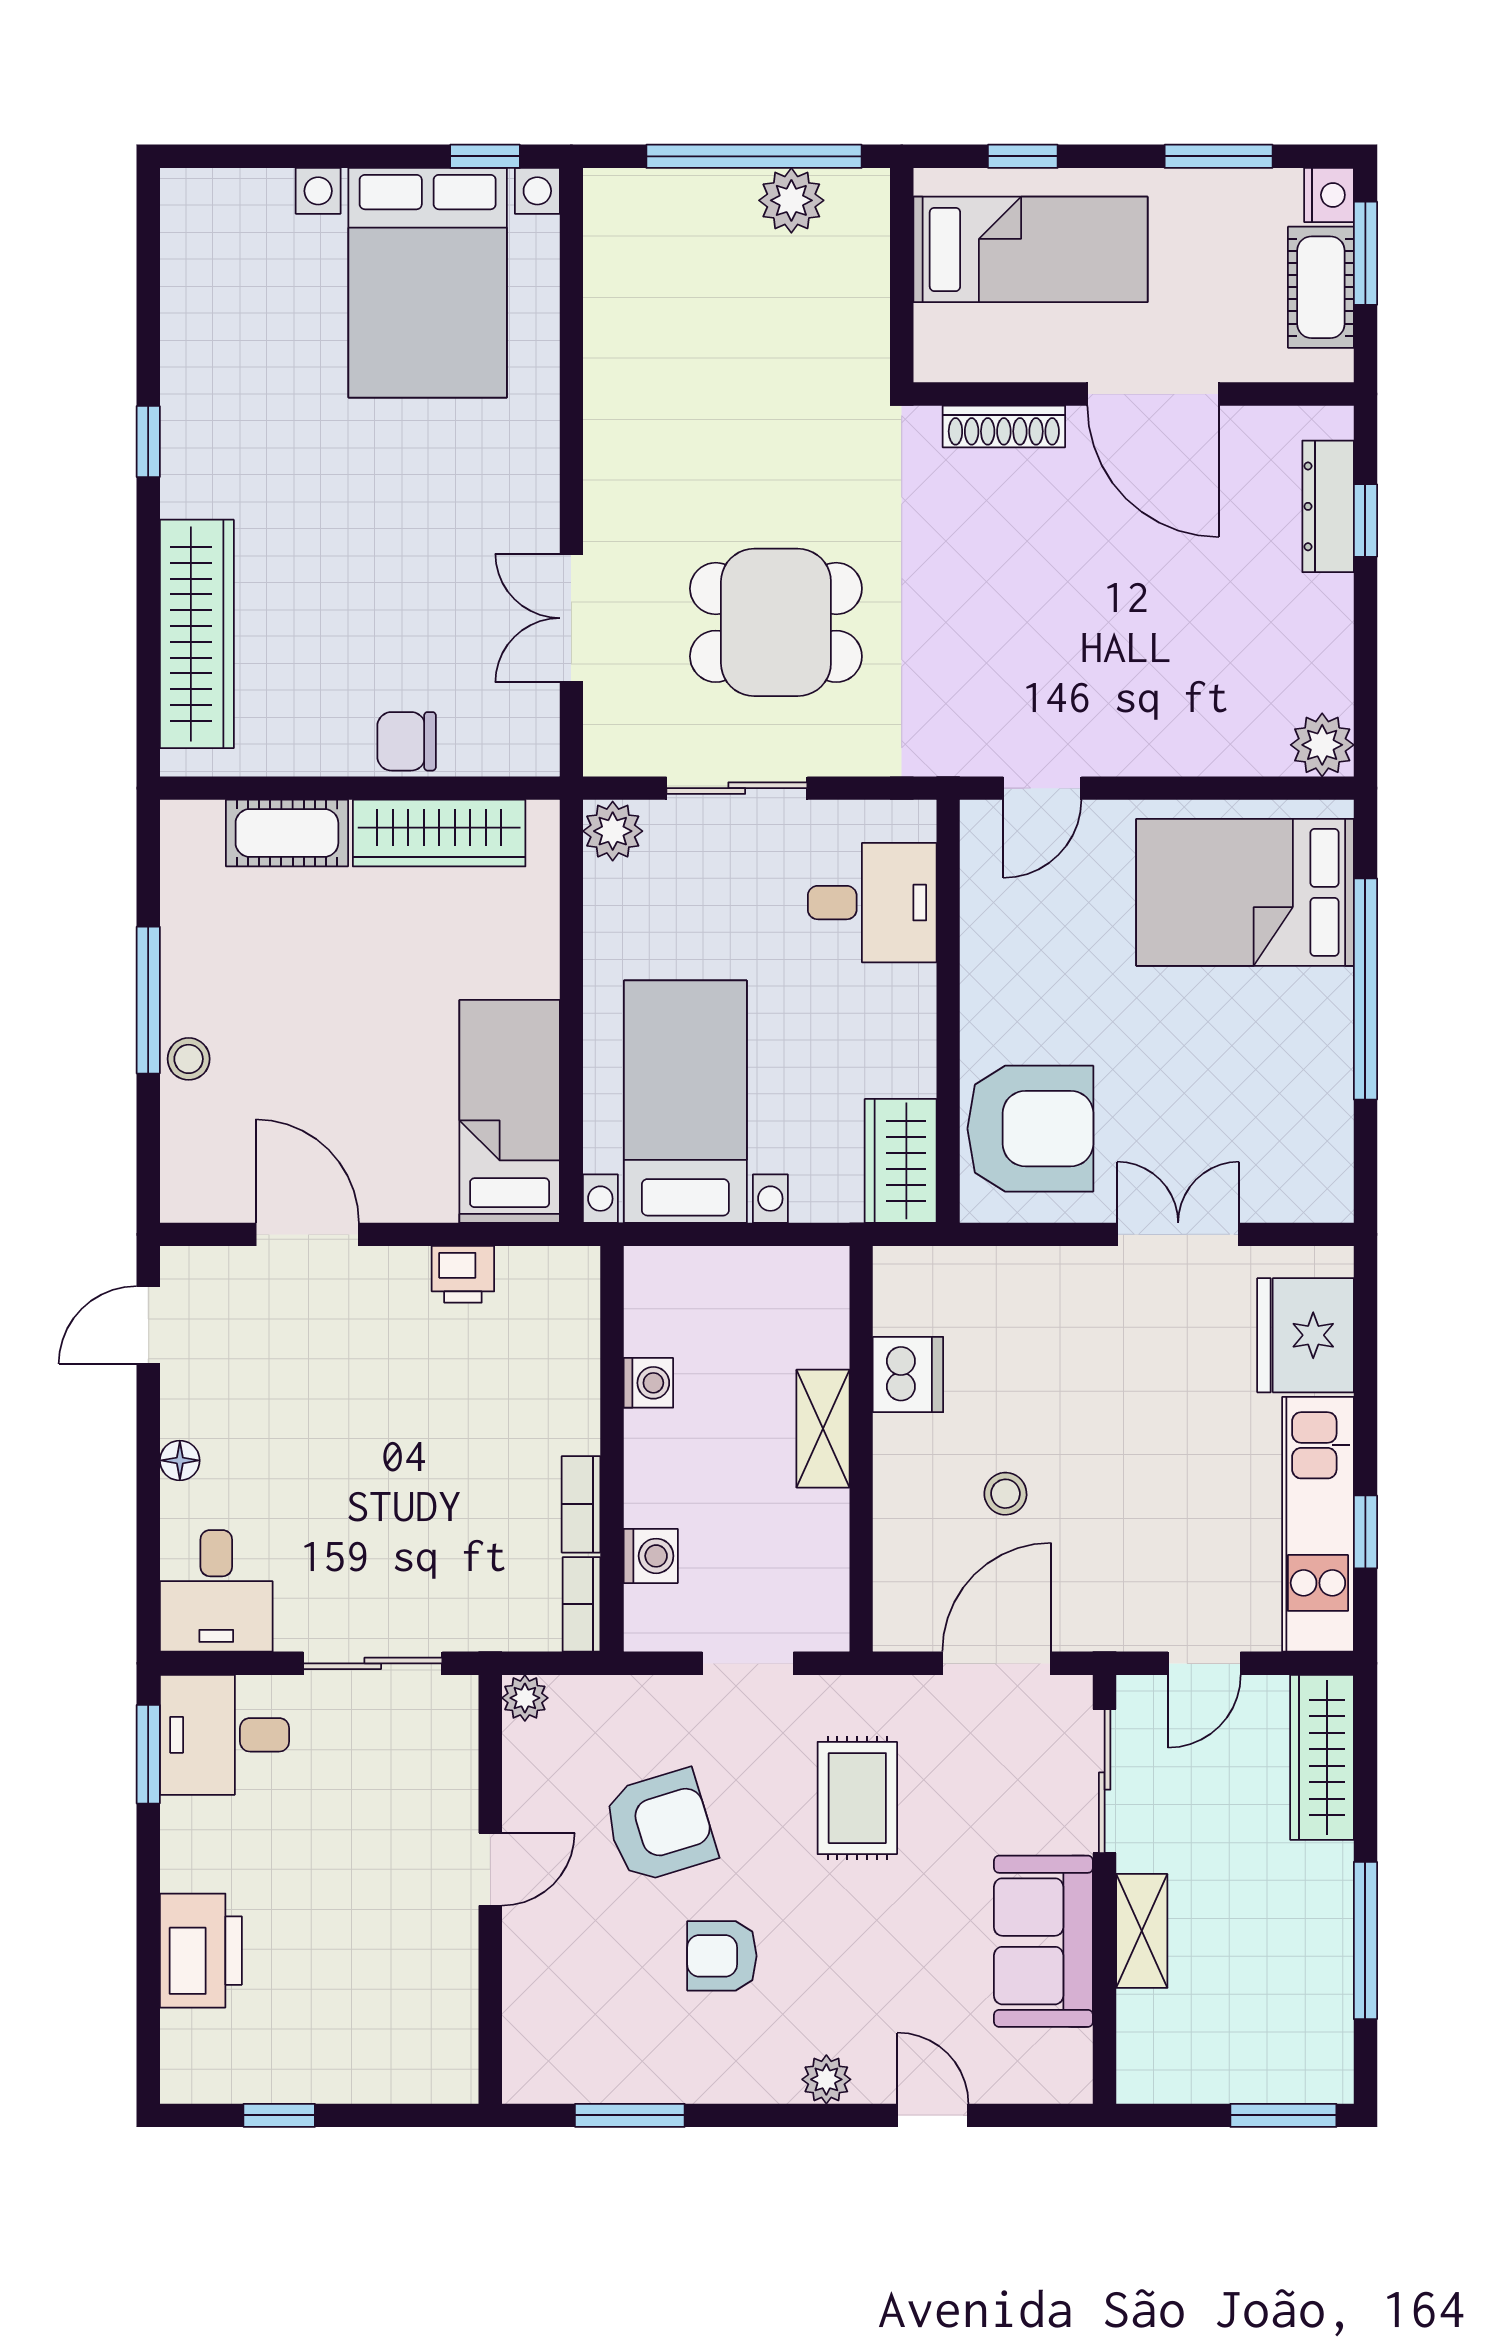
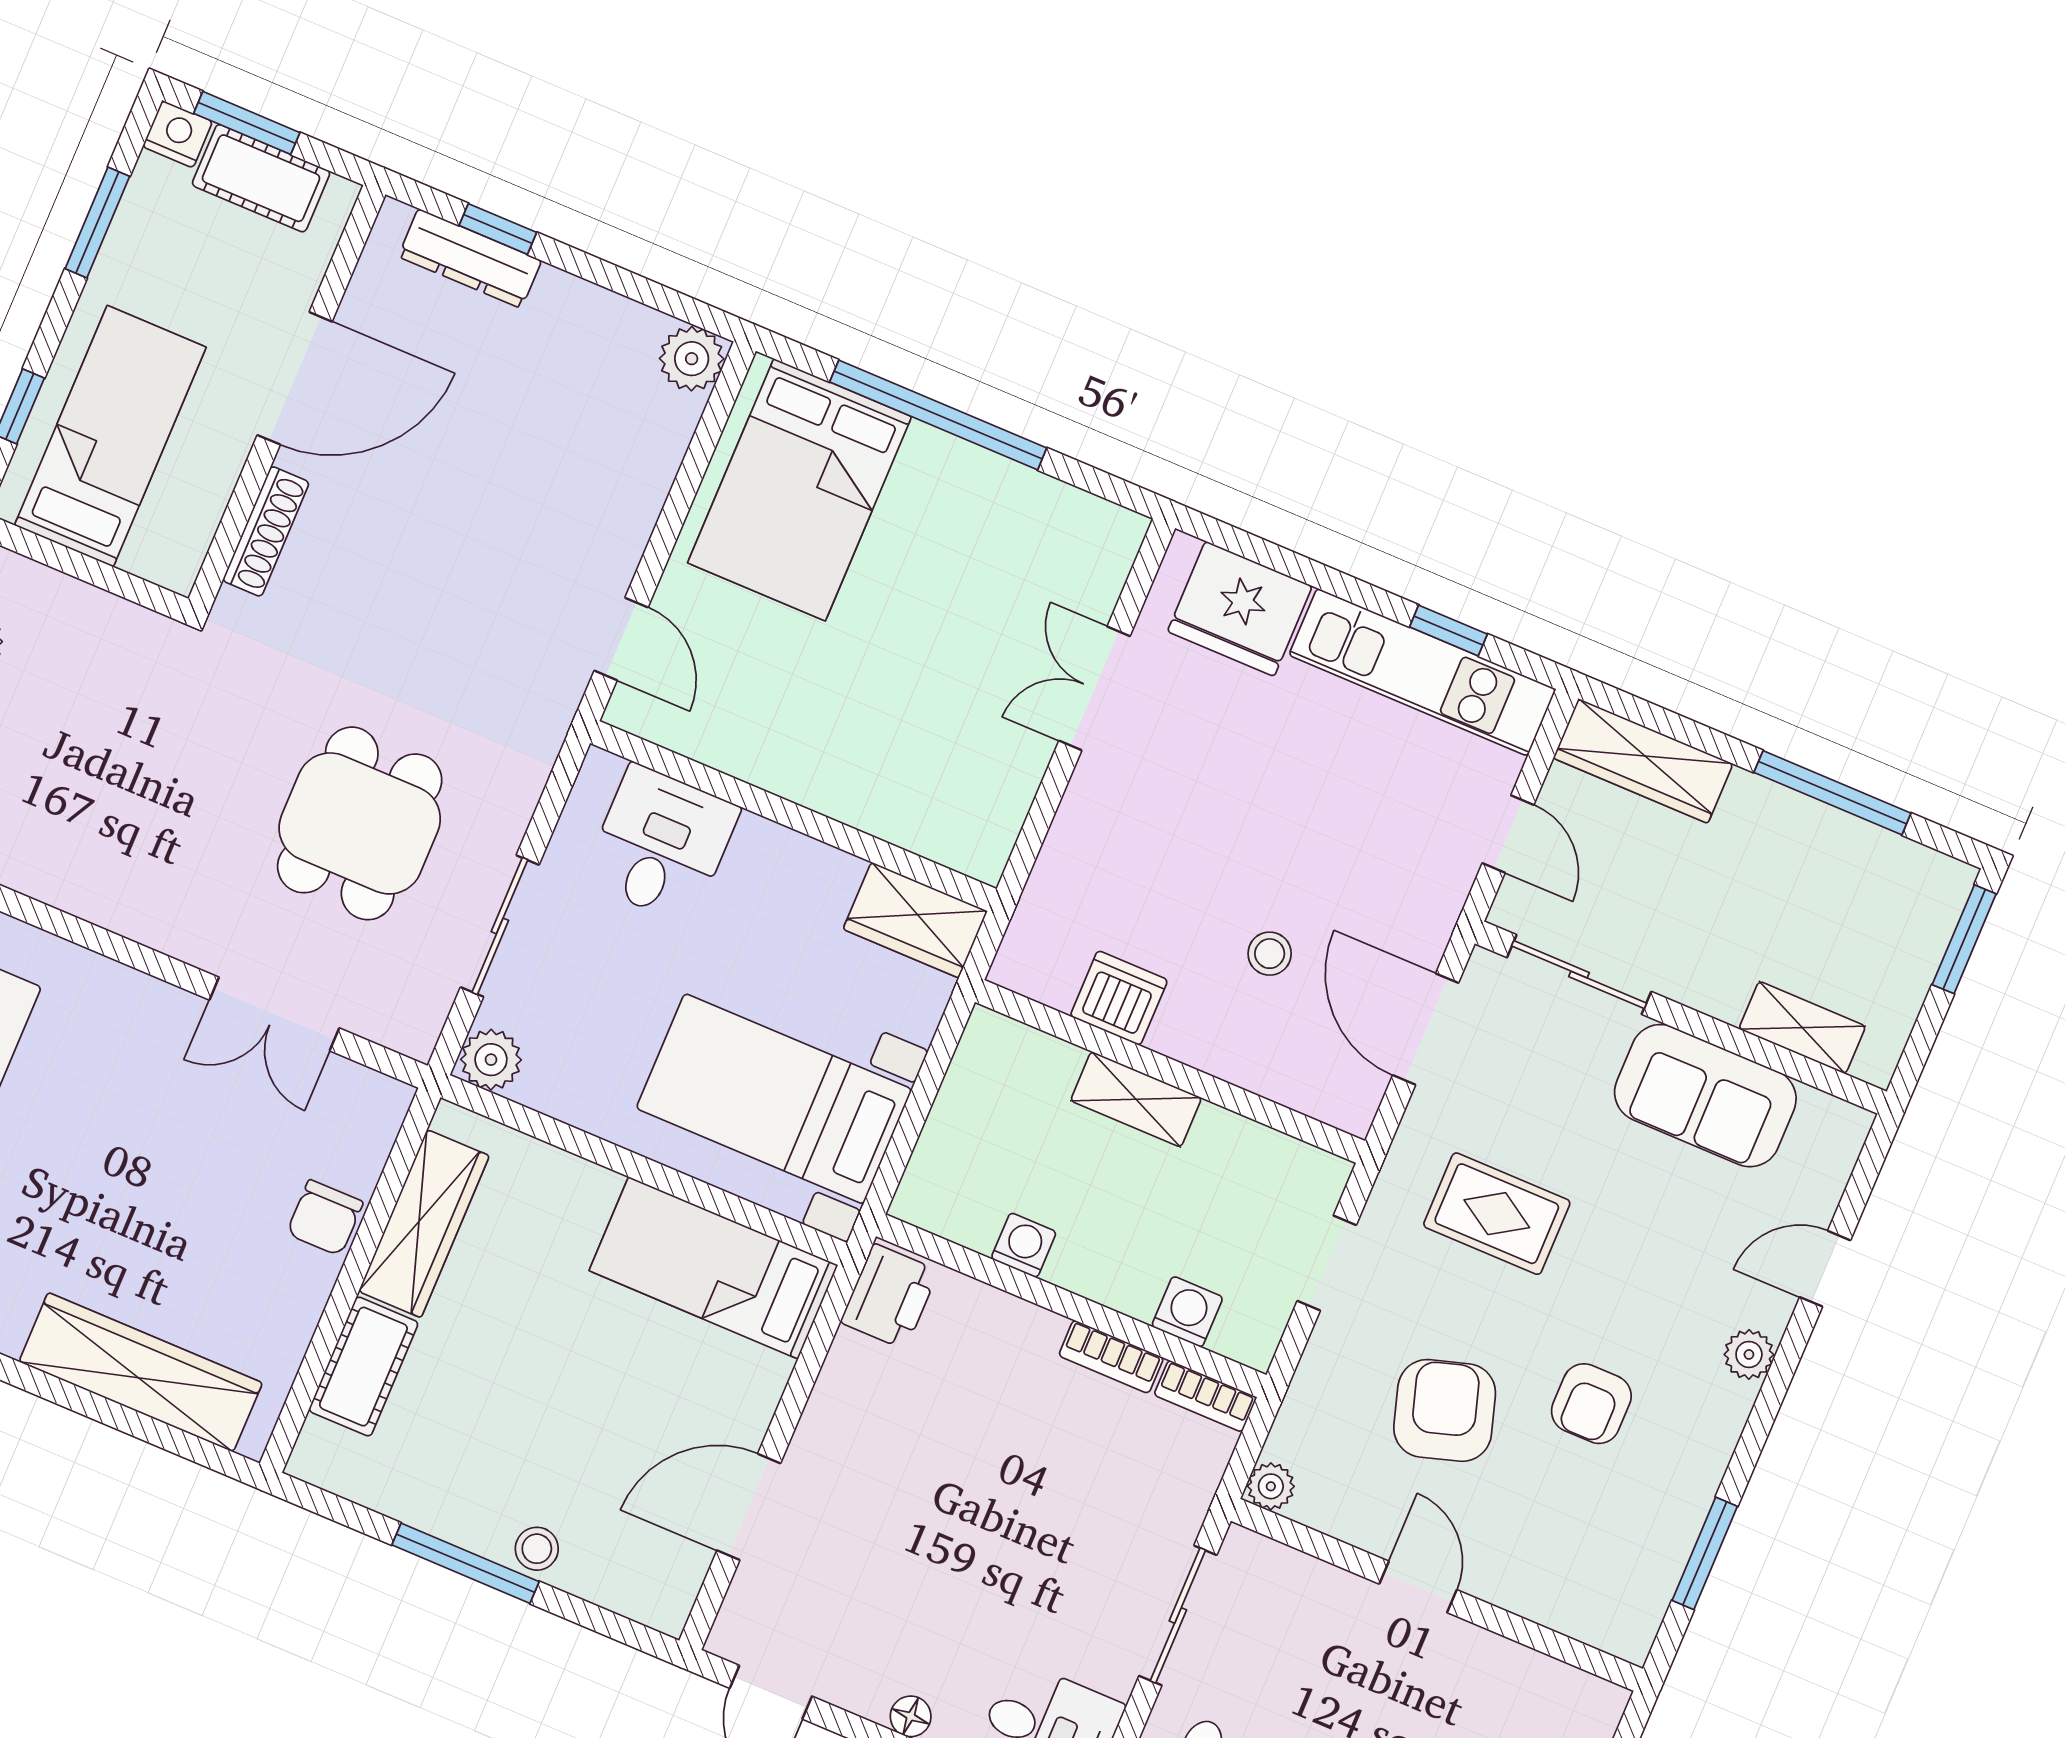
armchair: (1030, 1129) -> (936, 785), removed
printer: (463, 1274) -> (889, 1296), moved, width x1.36, depth x1.24
shelving: (1142, 1931) -> (1802, 1028), moved

